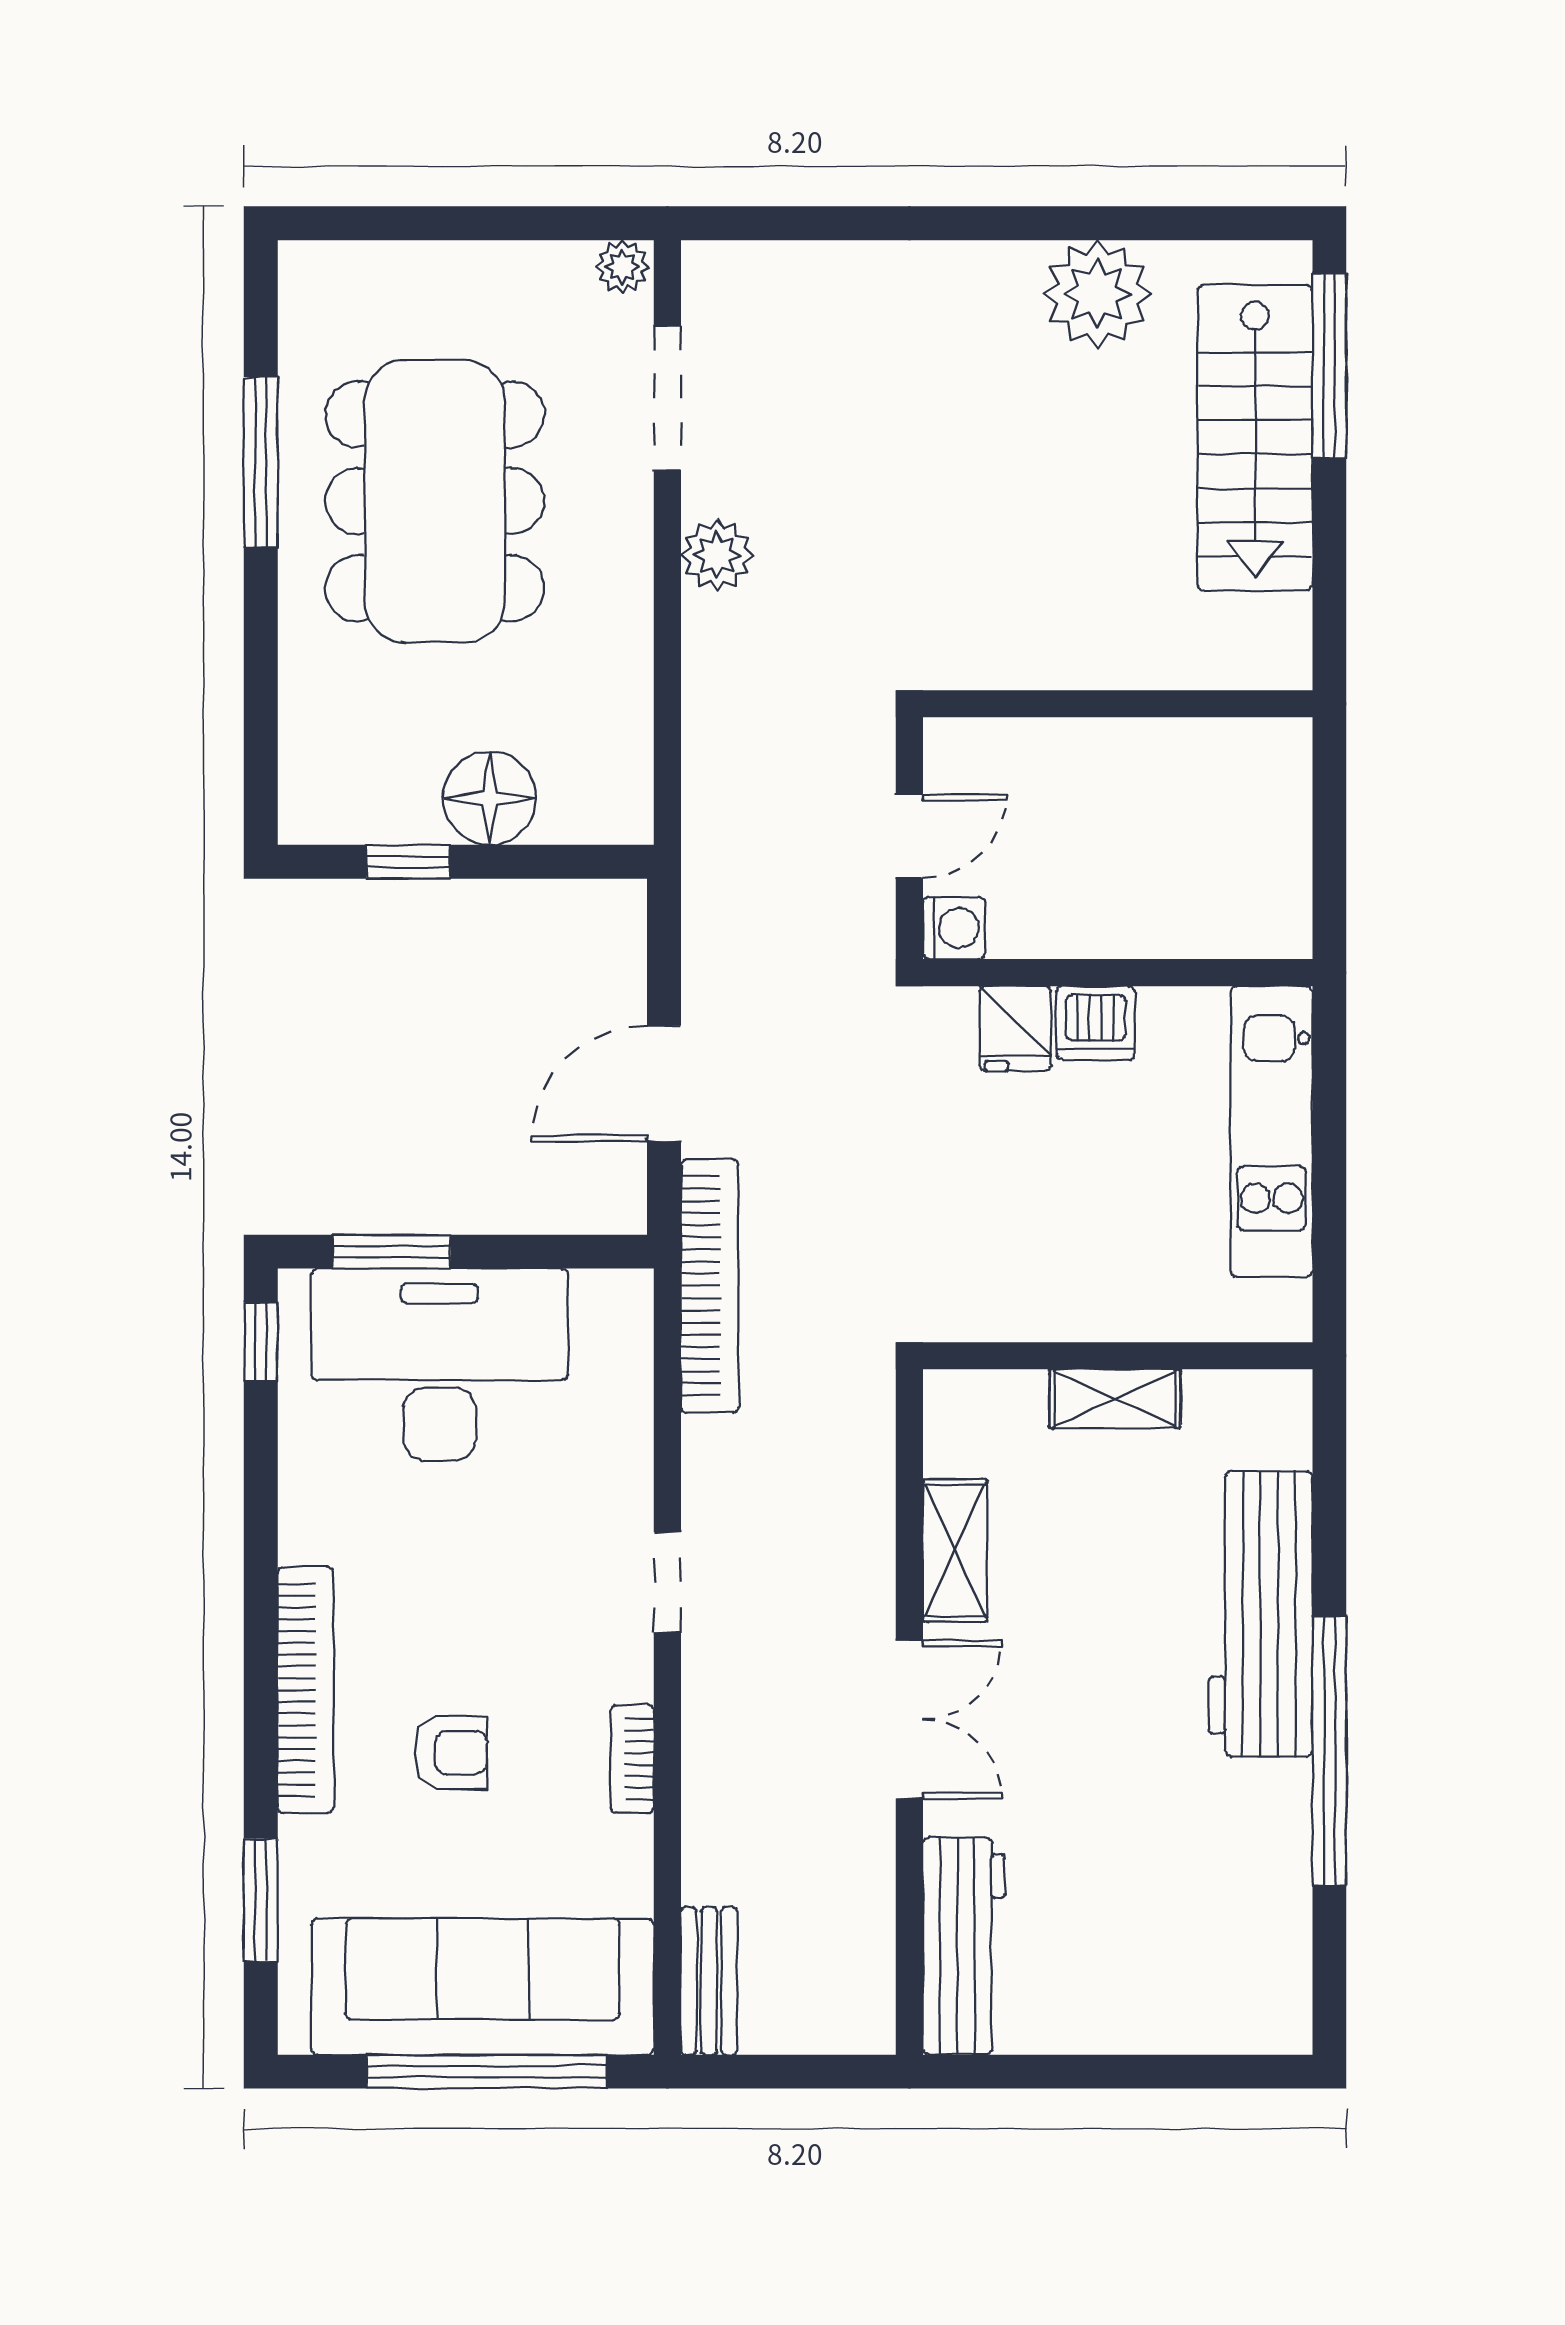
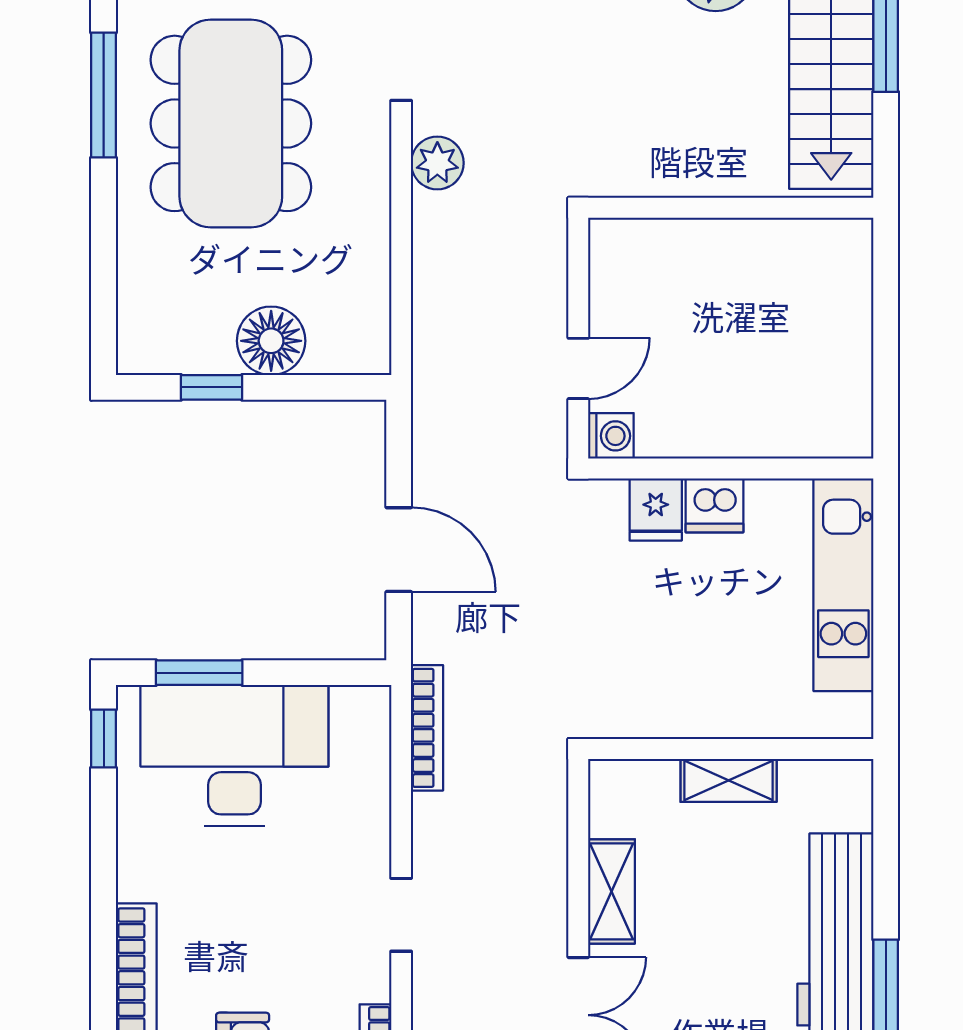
wall: (1118, 704) -> (731, 208), moved
door: (664, 1083) -> (399, 550), swing flipped
bookcase: (710, 1286) -> (427, 728), width x0.68, depth x0.76

